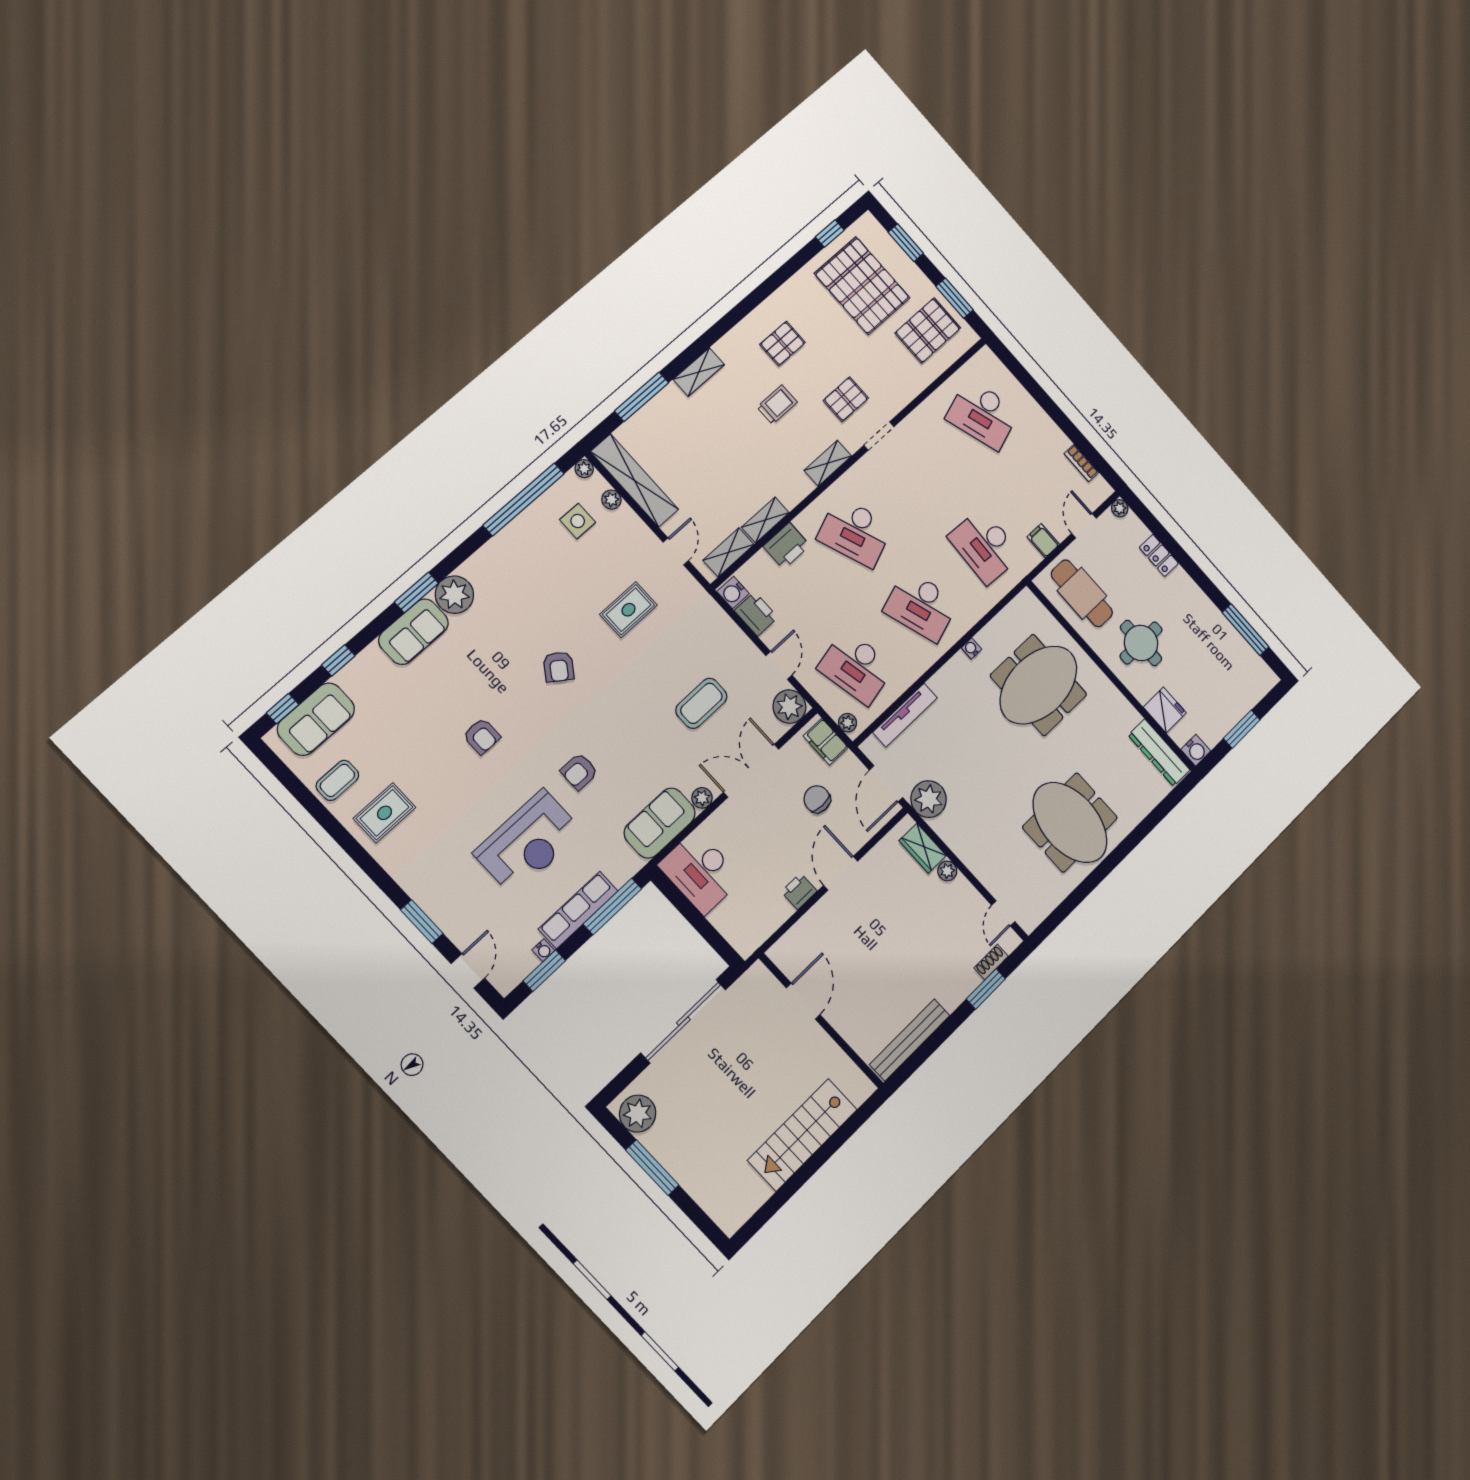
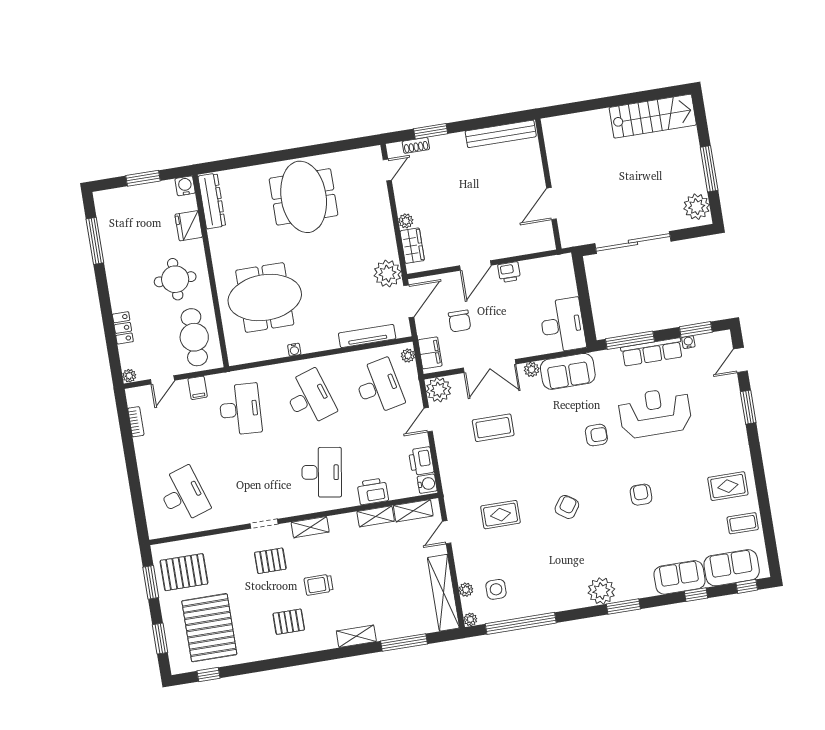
desk: (855, 532) -> (322, 472), turned 30
sofa: (413, 632) -> (680, 577), moved
stairs: (802, 1135) -> (653, 116), moved

